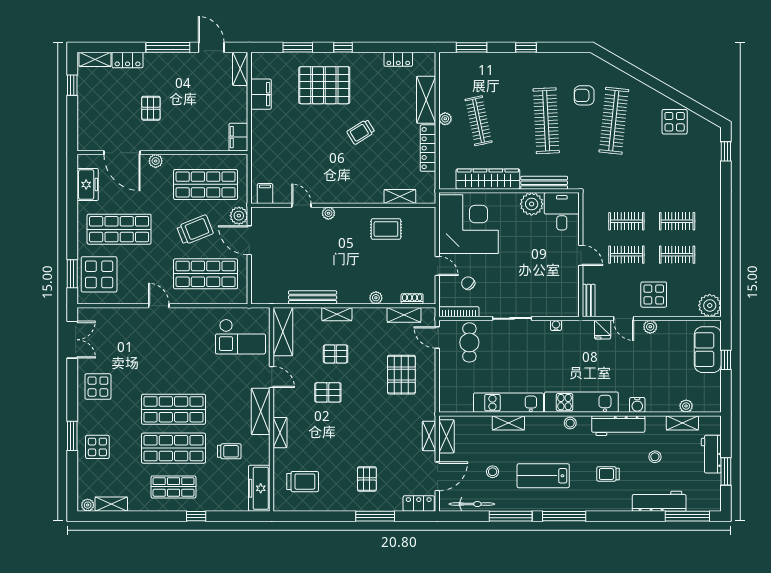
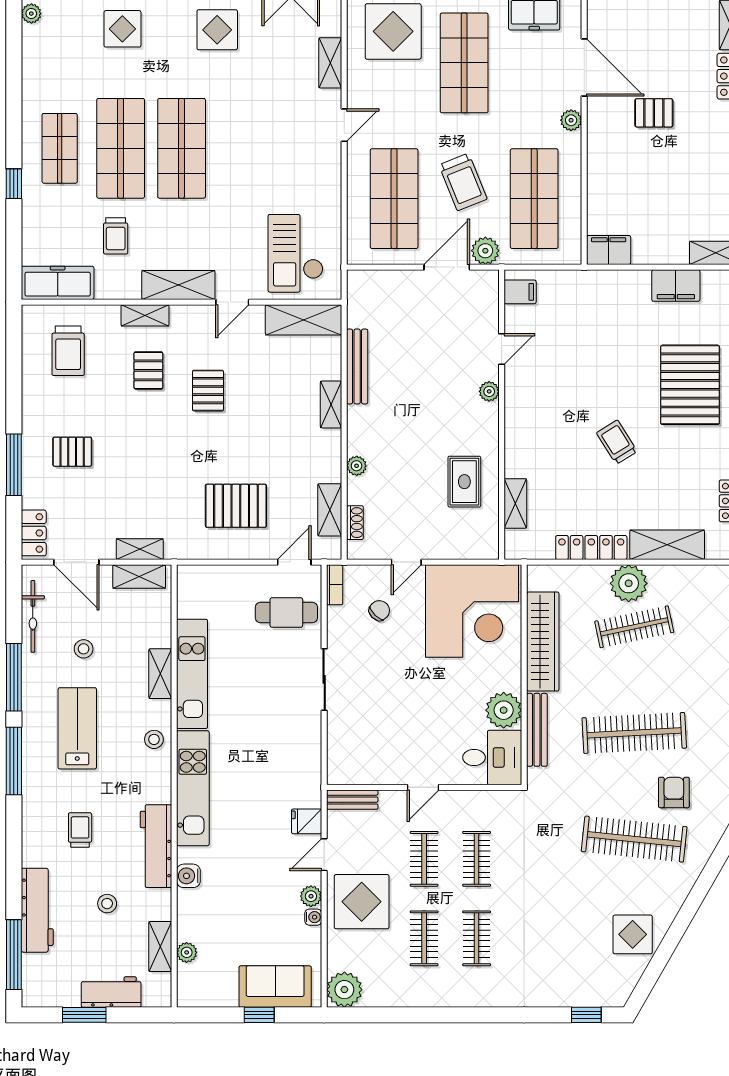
plant: (445, 119) -> (629, 583), width x1.88, depth x1.88
door: (122, 153) -> (584, 67), swing flipped
display table: (654, 295) -> (362, 902), width x1.36, depth x1.36
bookcase: (459, 312) -> (335, 585), width x0.64
water cooler: (556, 325) -> (313, 917), moved
pallet: (336, 354) -> (148, 370), moved
stool: (570, 423) -> (154, 739), moved
shelving: (111, 504) -> (330, 63), moved

